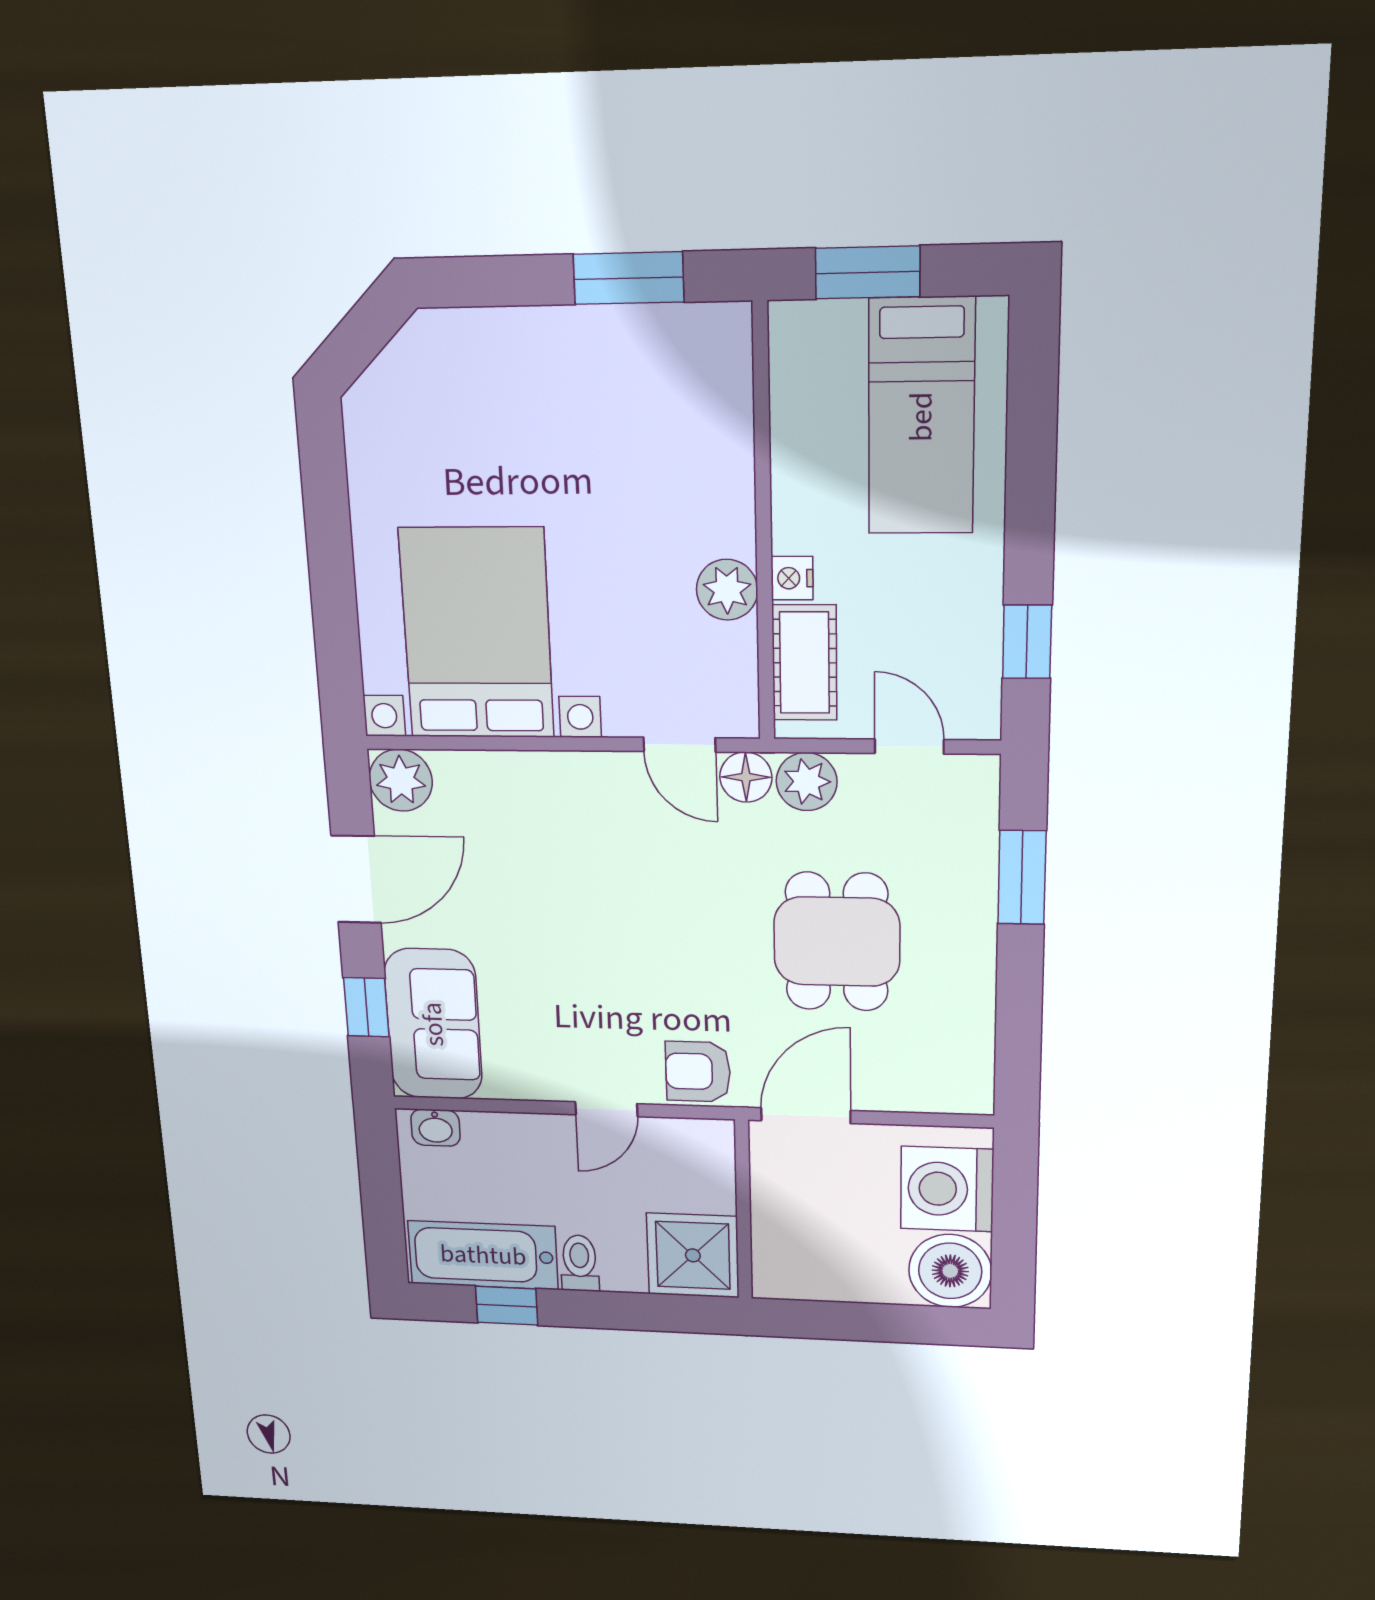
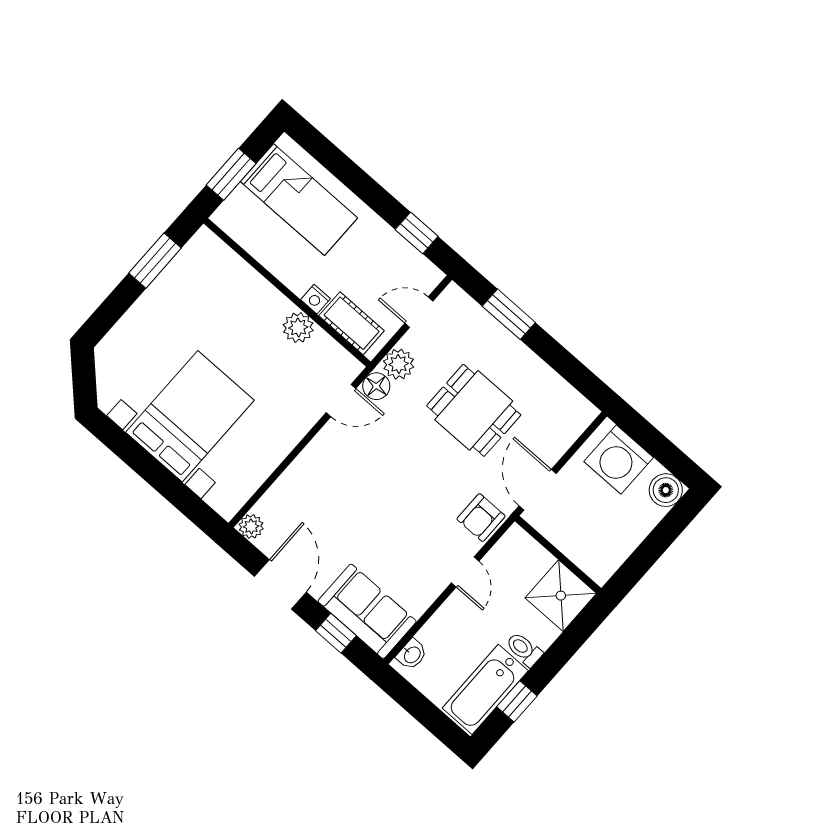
bed with nightstands: (477, 633) -> (190, 416), moved, turned 90
plant: (401, 780) -> (251, 526), width x0.73, depth x0.73
boiler: (950, 1271) -> (666, 490), width x0.73, depth x0.73

